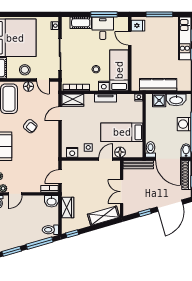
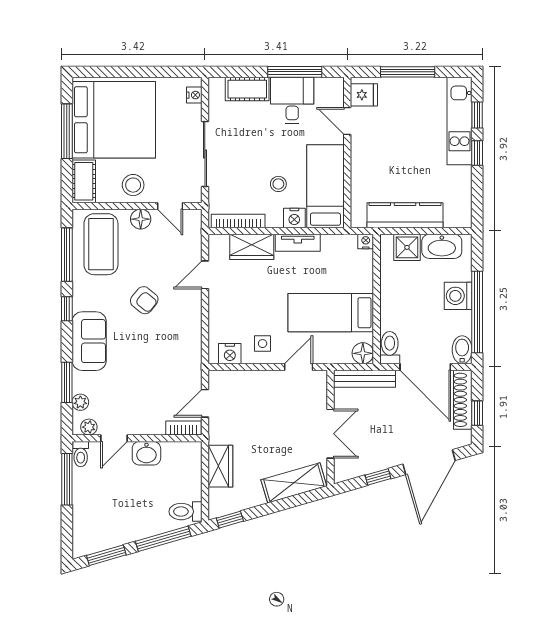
wardrobe: (73, 100) -> (252, 247), moved
floor lamp: (120, 152) -> (363, 353), moved
double door: (122, 192) -> (331, 434), swing flipped
washbasin: (52, 201) -> (146, 453), moved

